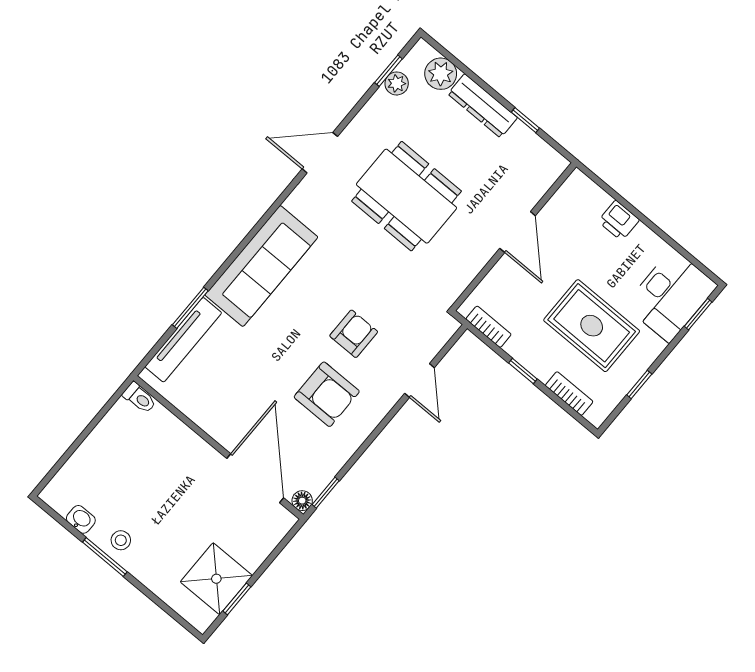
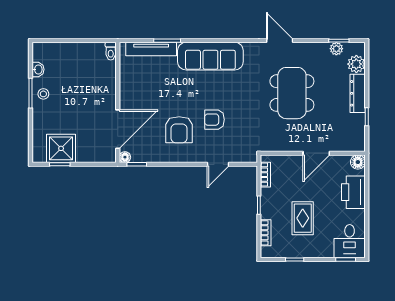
floor lamp: (578, 185) -> (358, 162), added
printer: (619, 221) -> (353, 192), width x1.87, depth x1.48
desk: (671, 295) -> (350, 241), width x0.73
rug: (592, 326) -> (303, 218), width x0.73, depth x0.70
armchair: (354, 334) -> (214, 120), turned 180

